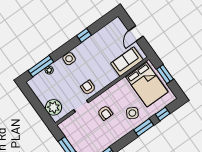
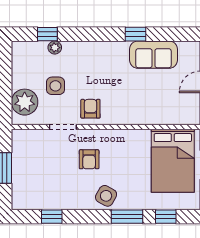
side table: (69, 59) -> (55, 86), moved
sofa: (127, 62) -> (154, 55), moved, turned 180
window: (41, 66) -> (47, 34), width x0.46
side table: (132, 113) -> (106, 196), moved

